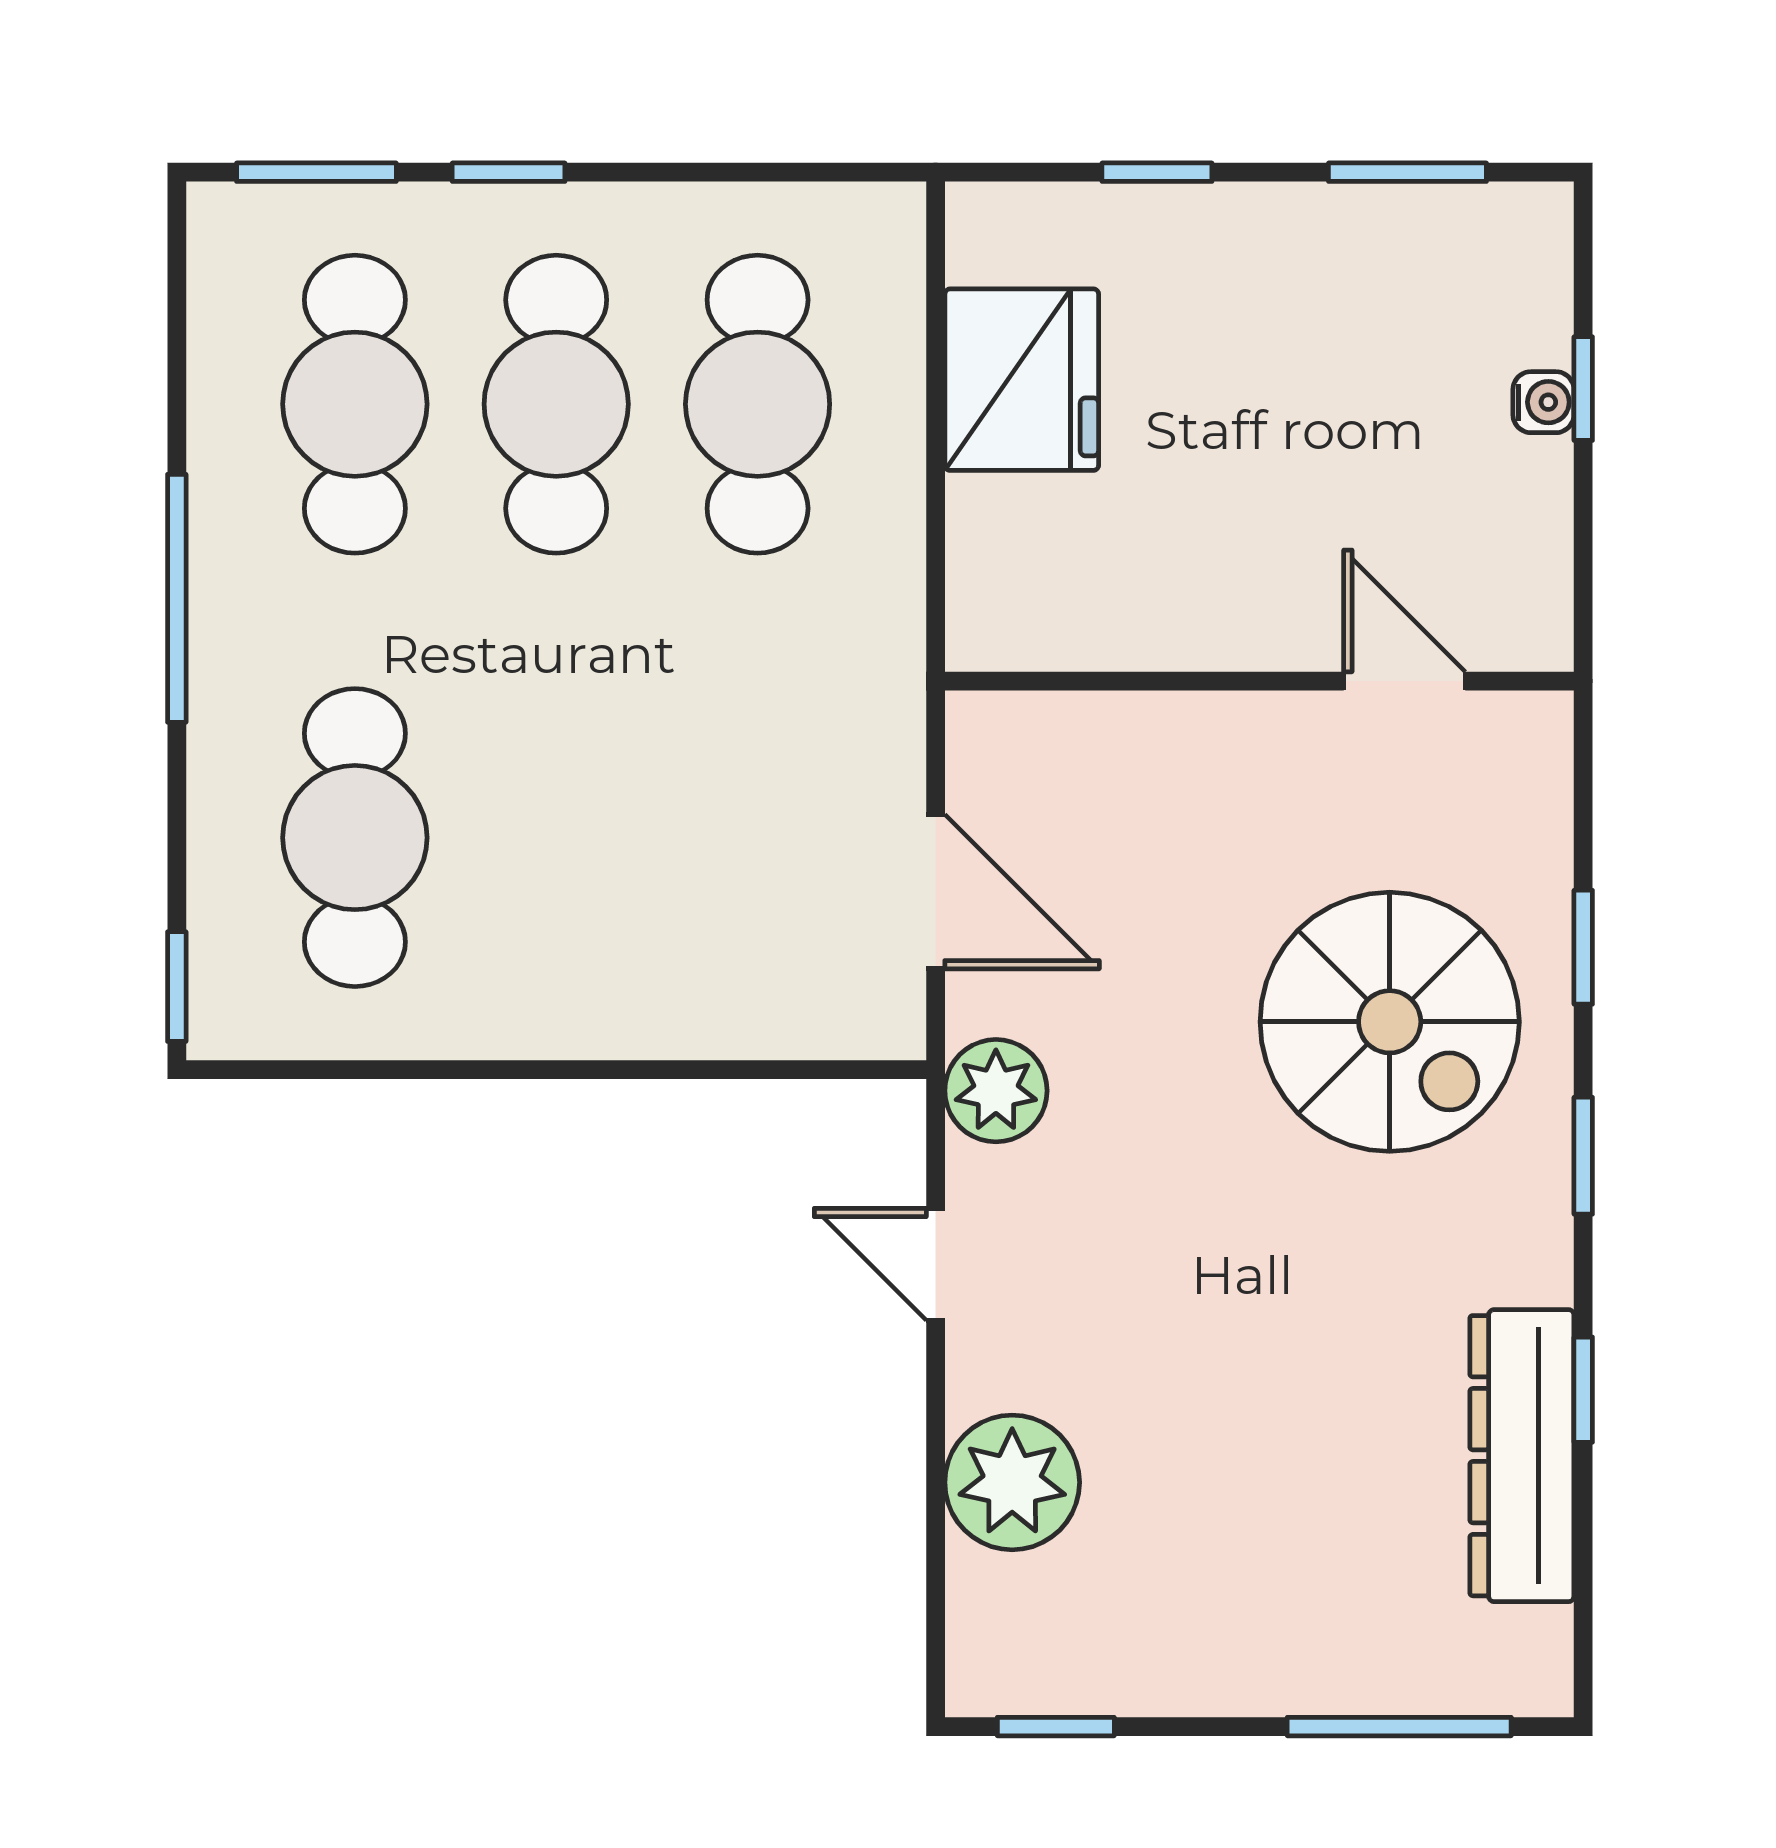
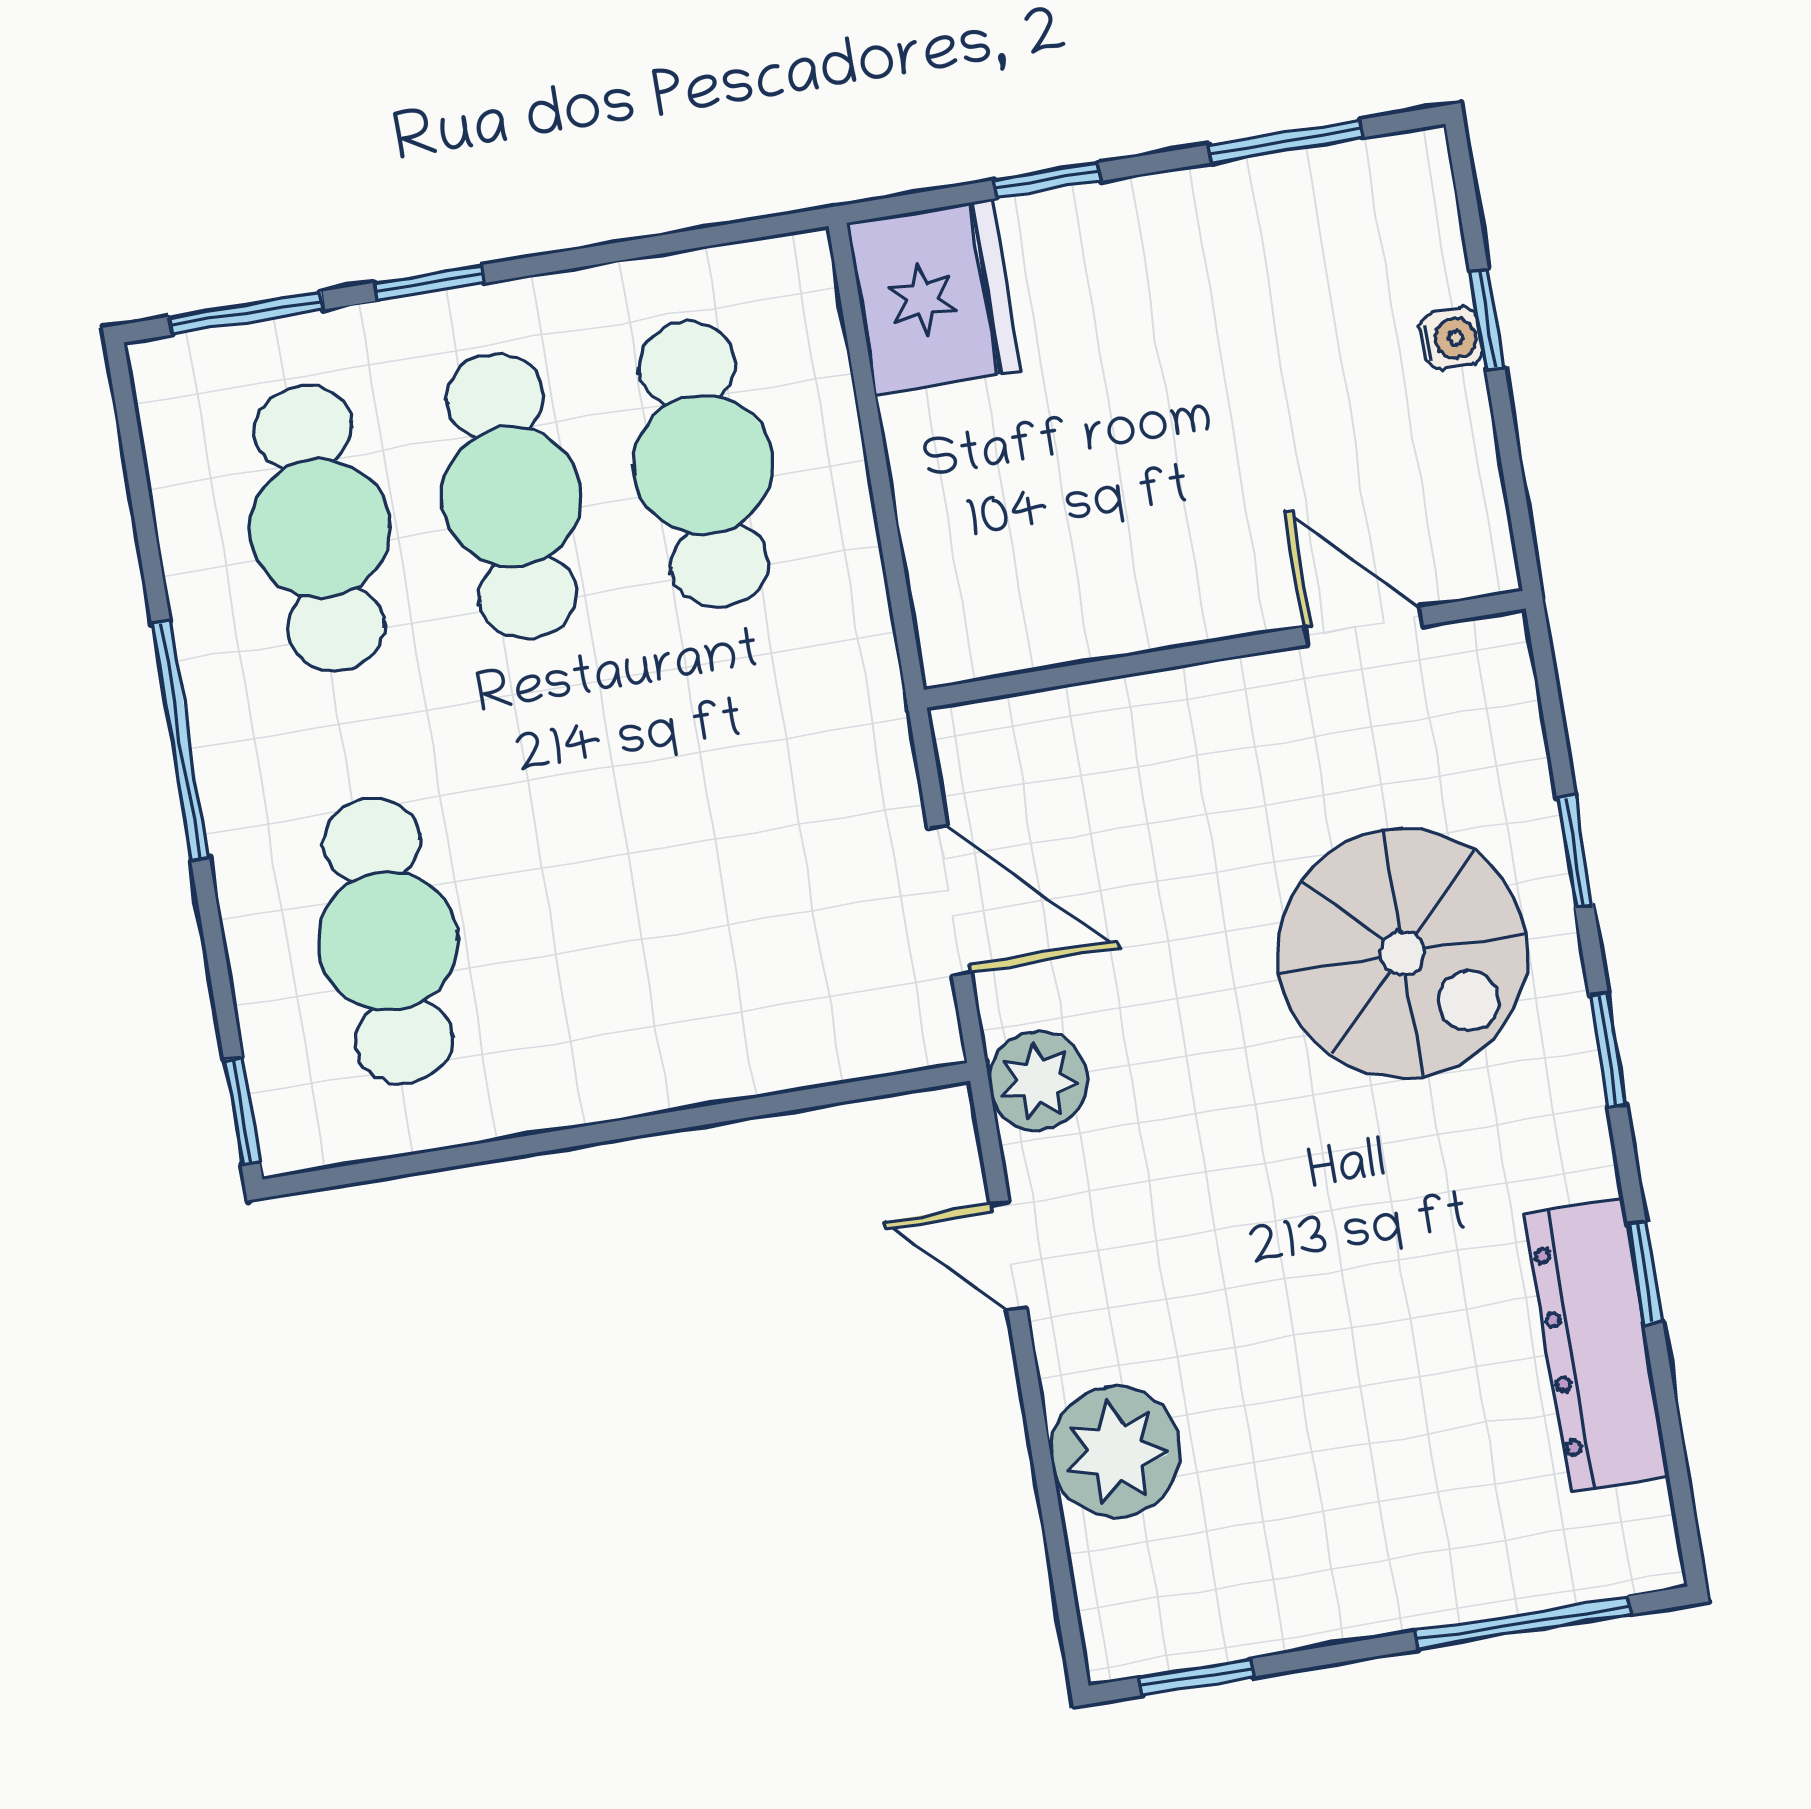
fridge: (1022, 380) -> (934, 297), moved

